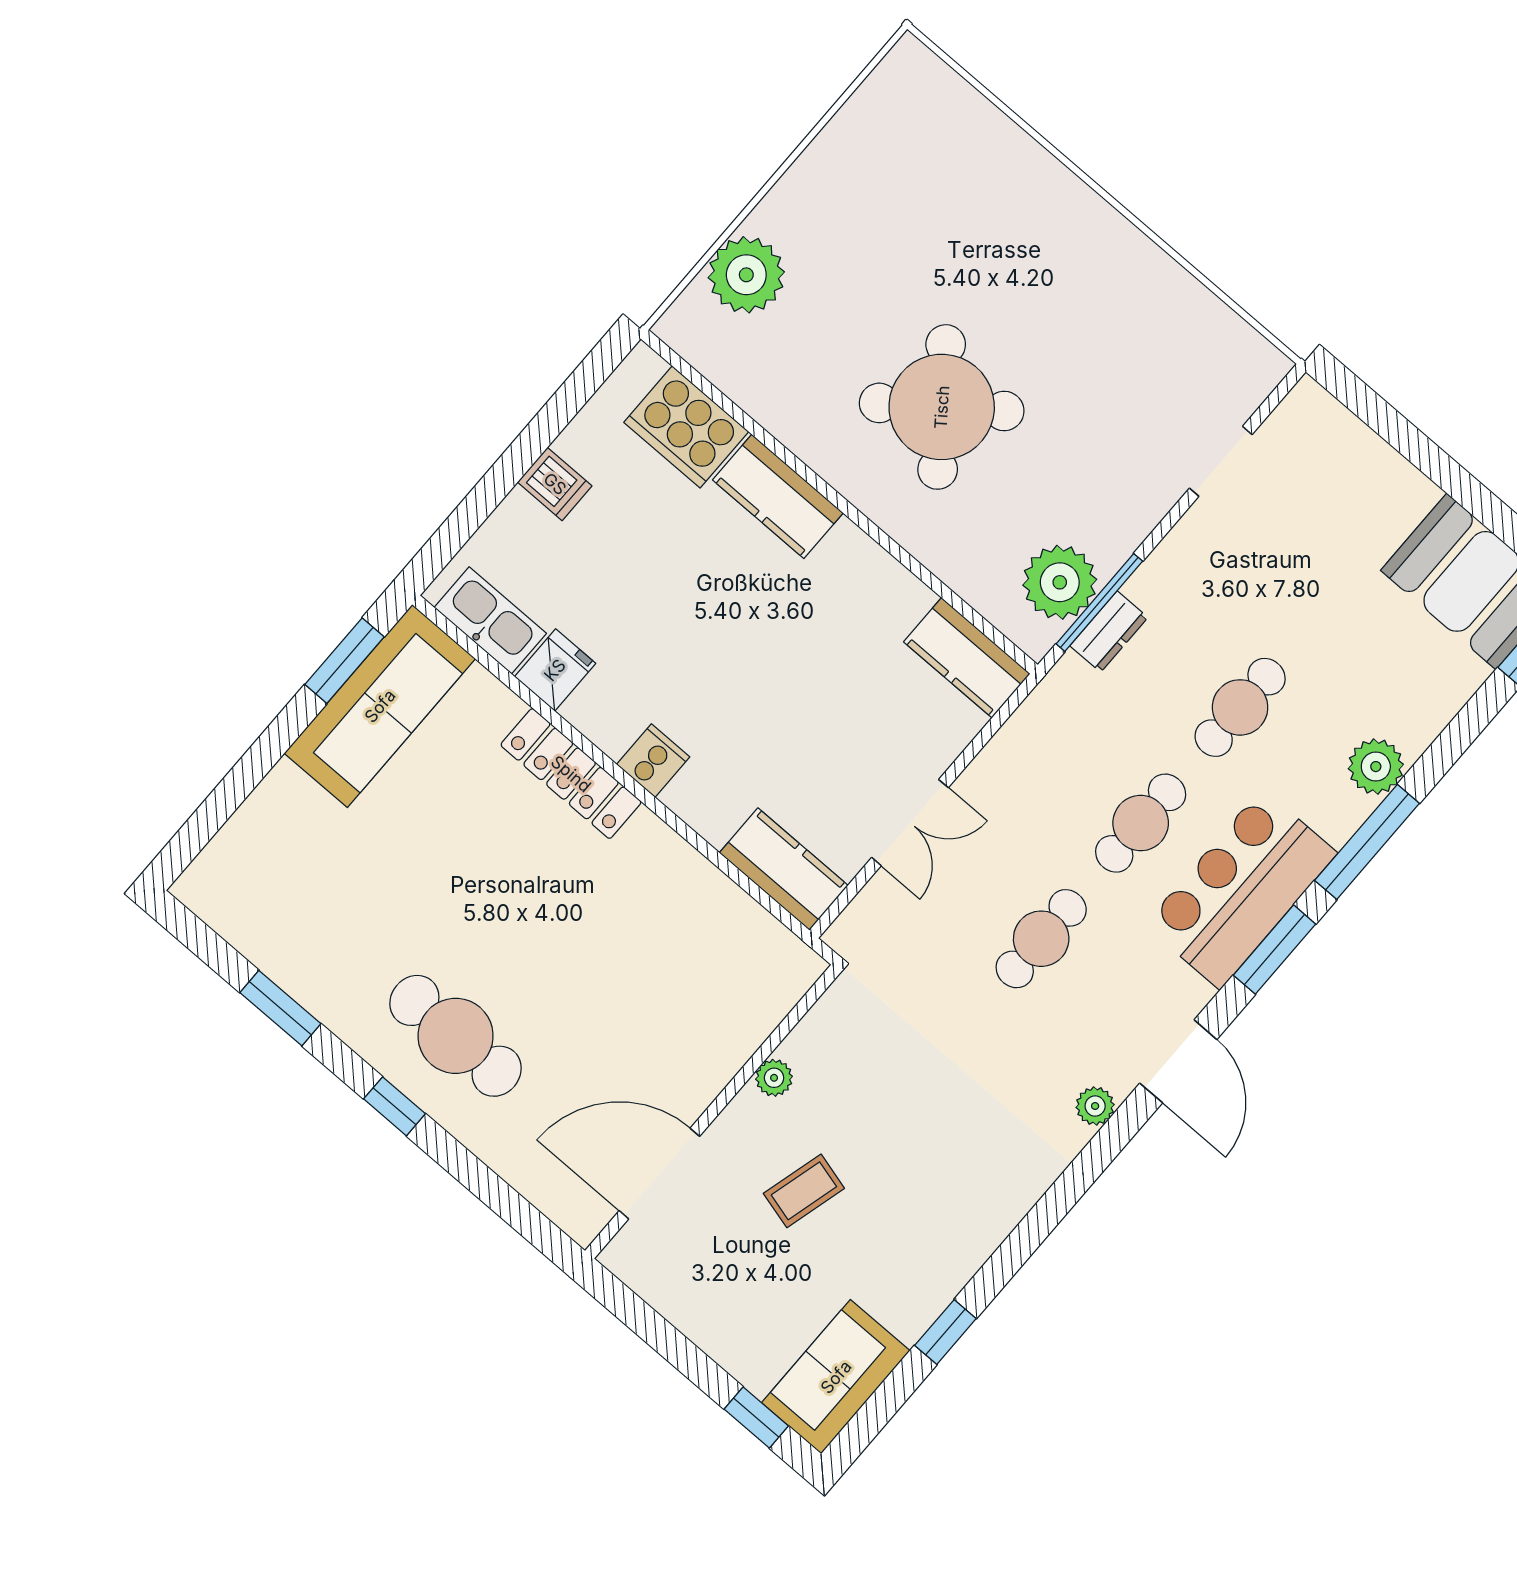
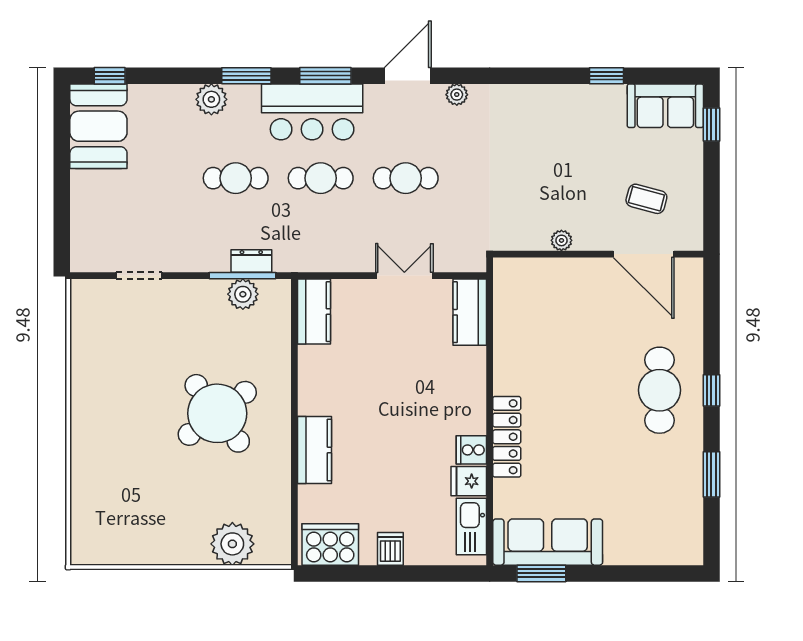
cooker: (686, 427) -> (330, 545), moved, turned -90
plant: (1060, 582) -> (243, 294), width x0.73, depth x0.73
cooker: (653, 761) -> (471, 450), moved
window: (1367, 842) -> (246, 76), width x0.69
coffee table: (804, 1191) -> (646, 199), moved

